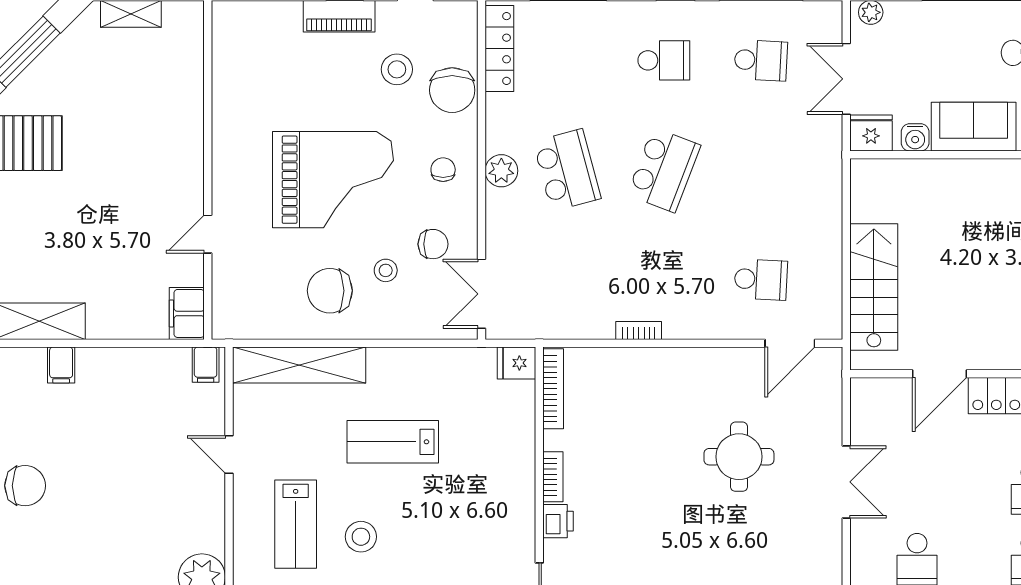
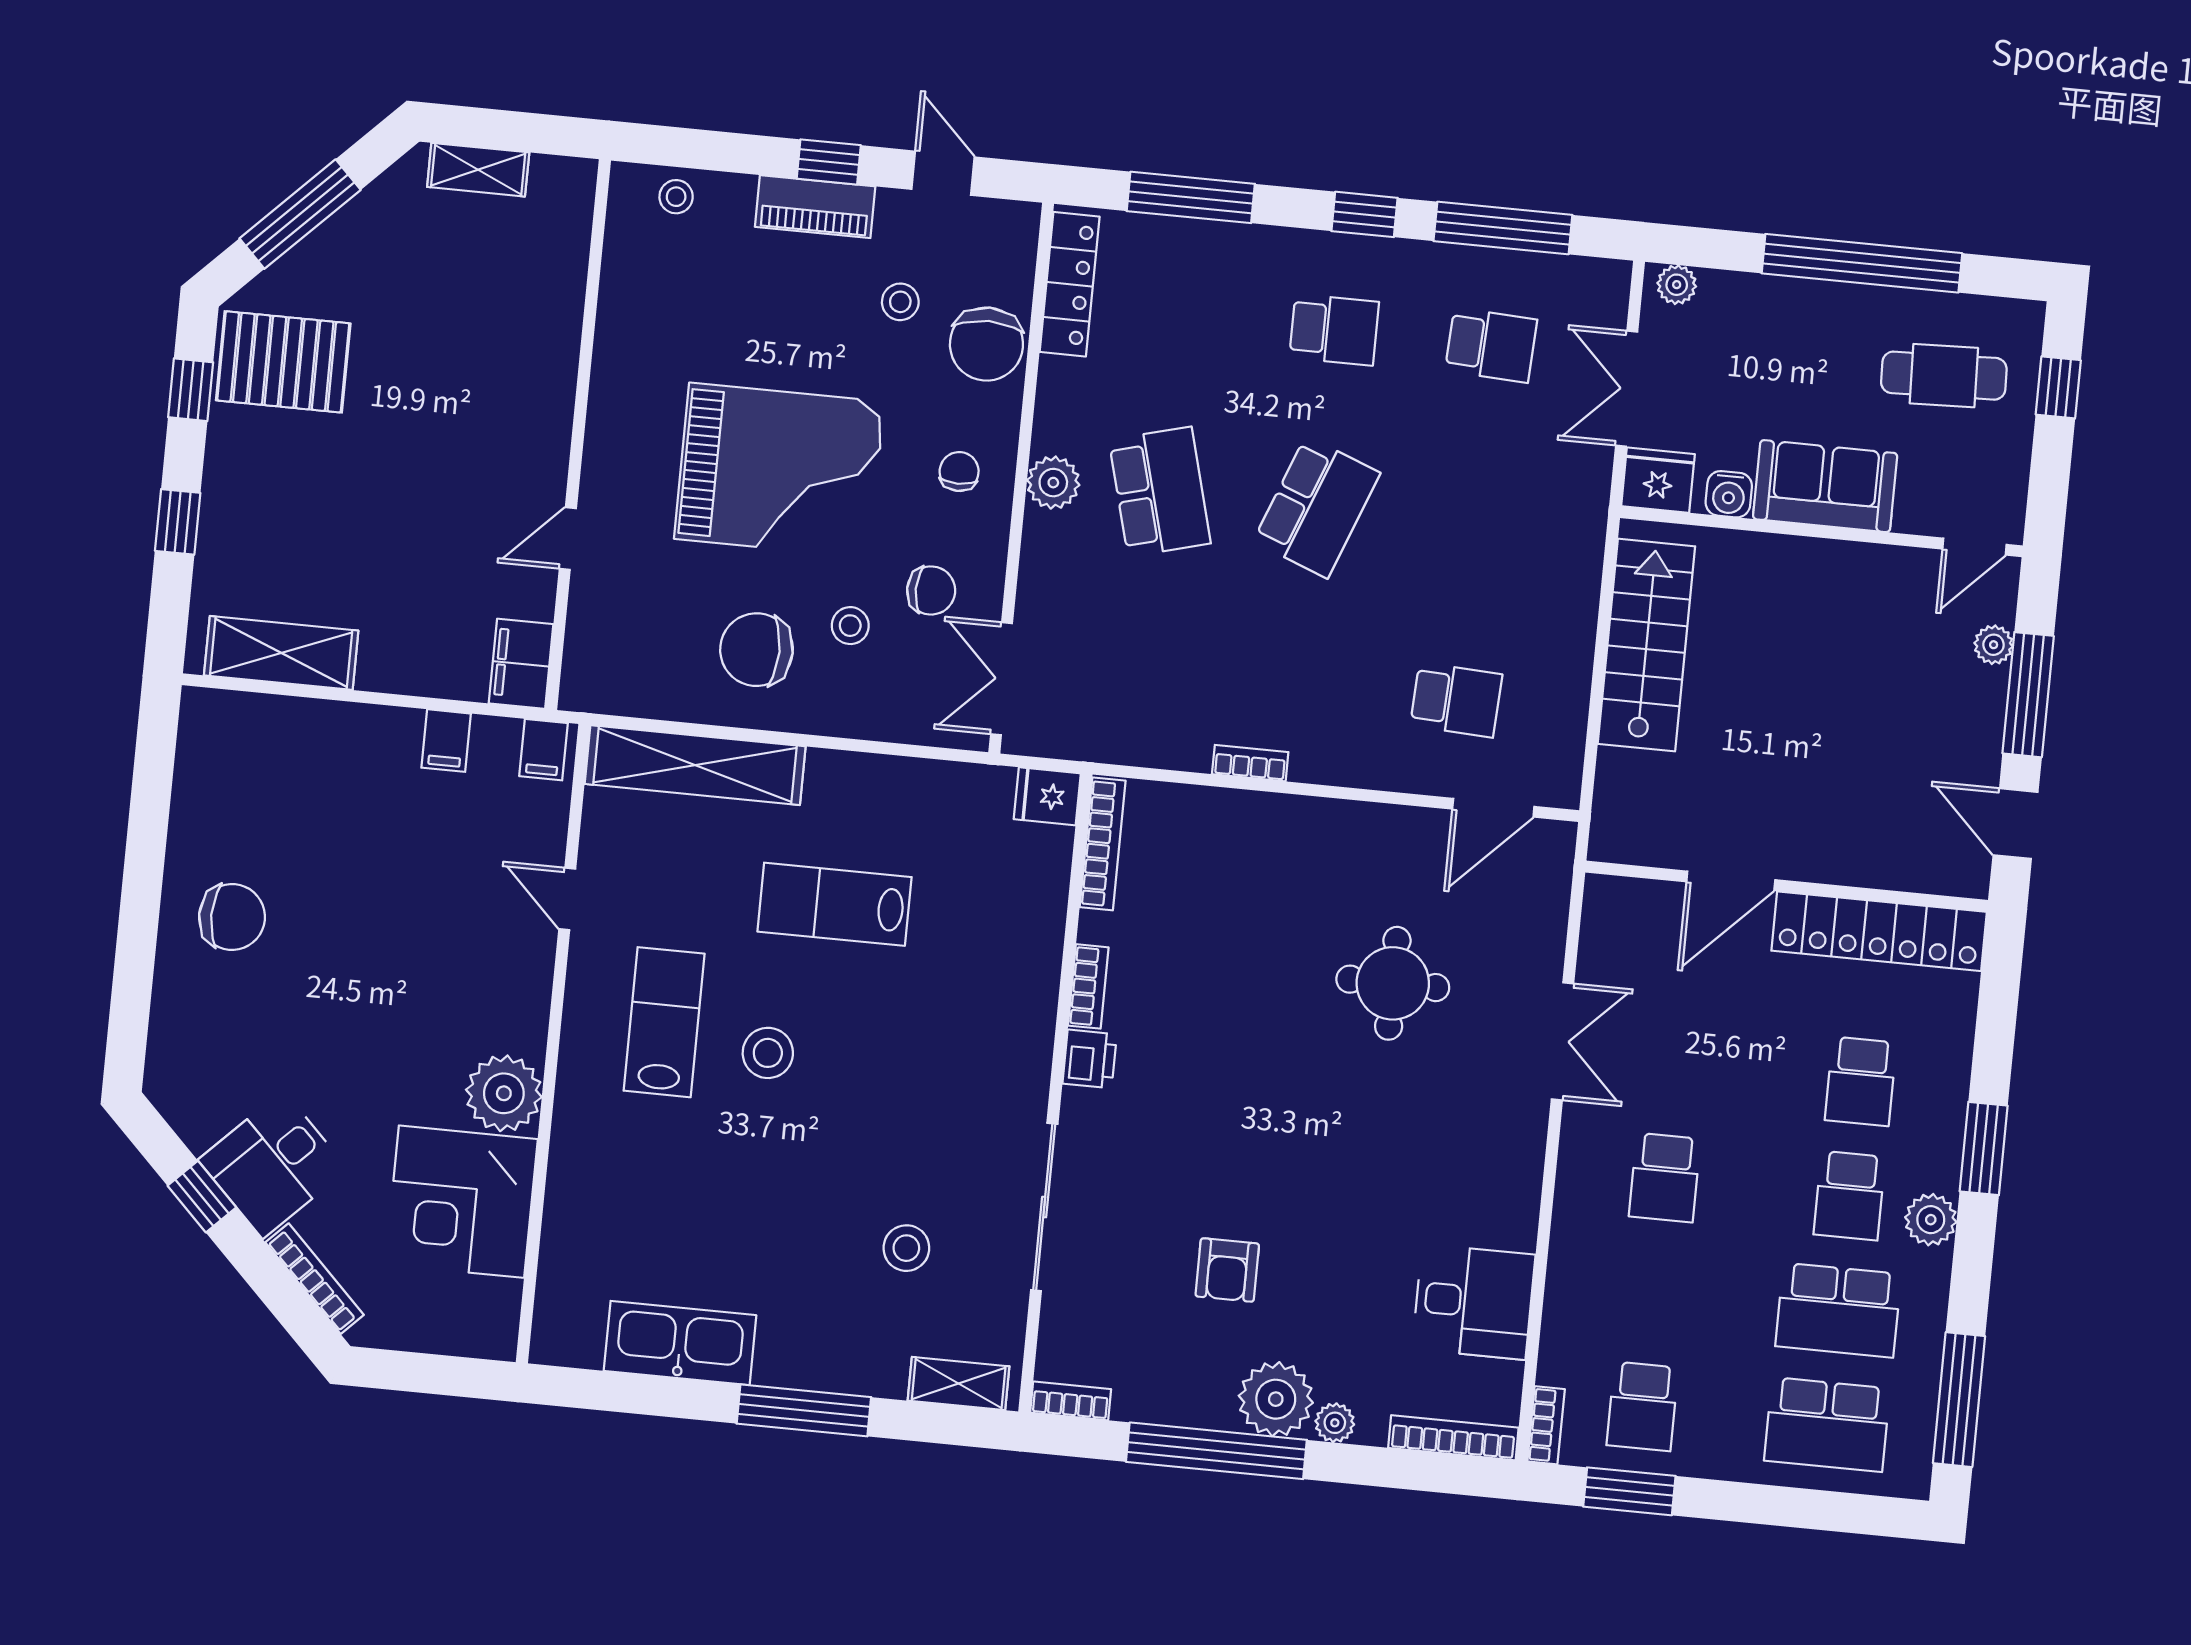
stool: (253, 19) -> (676, 197), added
stool: (397, 69) -> (900, 302), width x0.73, depth x0.73
stairs: (874, 287) -> (1646, 645), moved
filing cabinet: (61, 365) -> (446, 741), moved
lab bench: (296, 524) -> (664, 1022), turned 180

